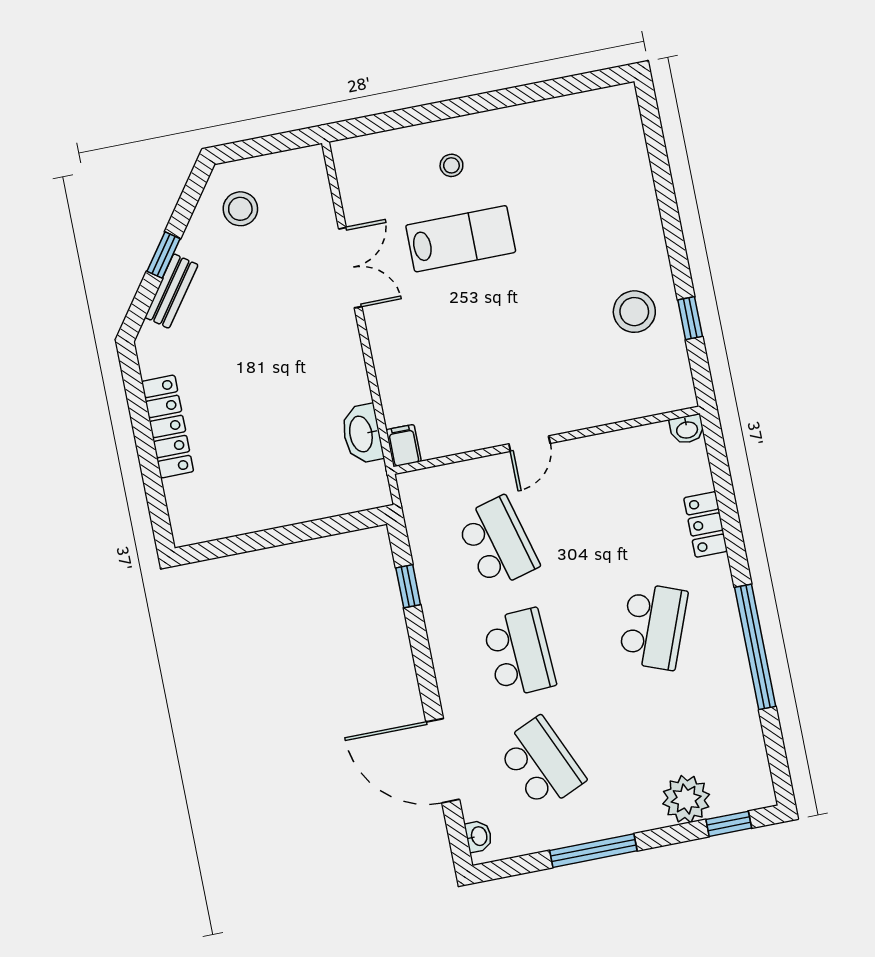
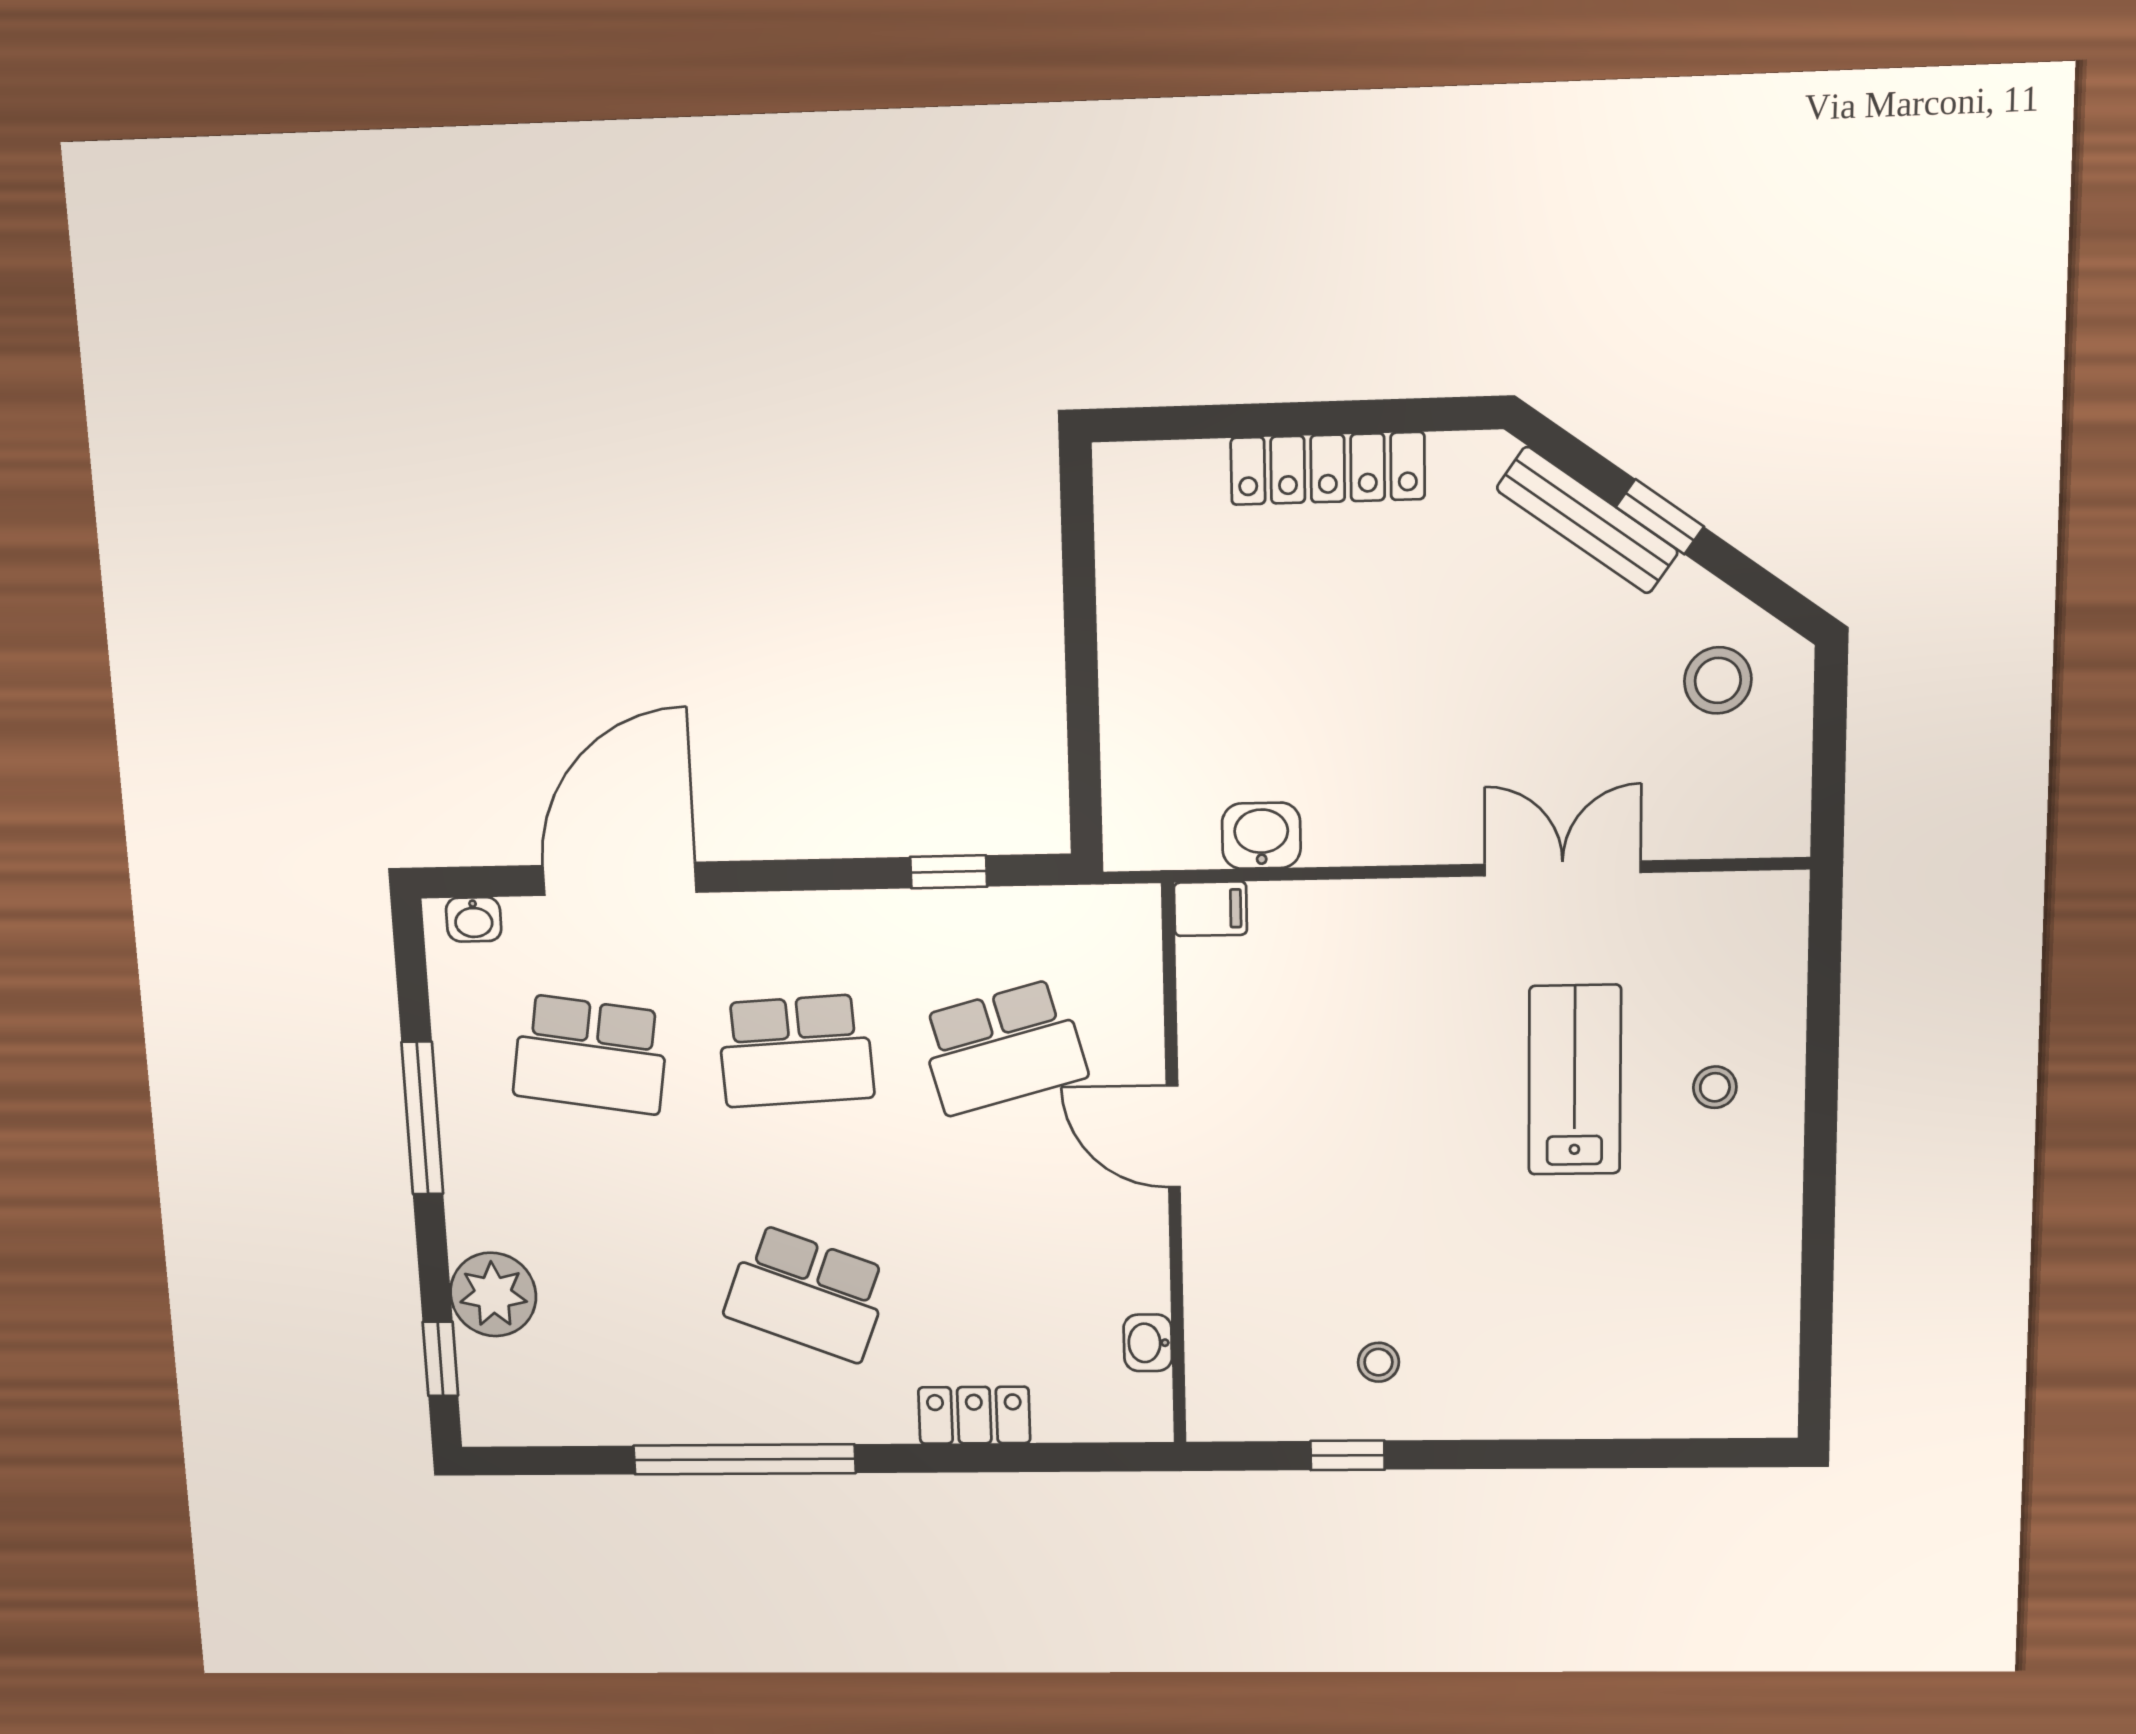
lab bench: (461, 239) -> (1575, 1080), turned 180
double door: (350, 268) -> (1562, 868), swing flipped
bench: (171, 291) -> (1587, 520), width x1.36
stool: (634, 312) -> (1378, 1362), width x0.53, depth x0.53
washbasin: (687, 429) -> (1148, 1343), moved
washbasin: (362, 434) -> (1261, 836), width x0.72
door: (530, 444) -> (1173, 1136), width x1.38
school desk: (541, 763) -> (591, 1054), turned 33

